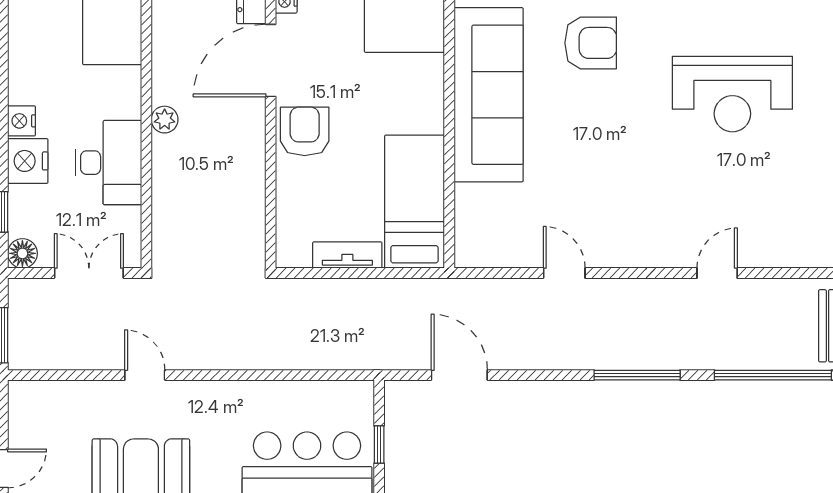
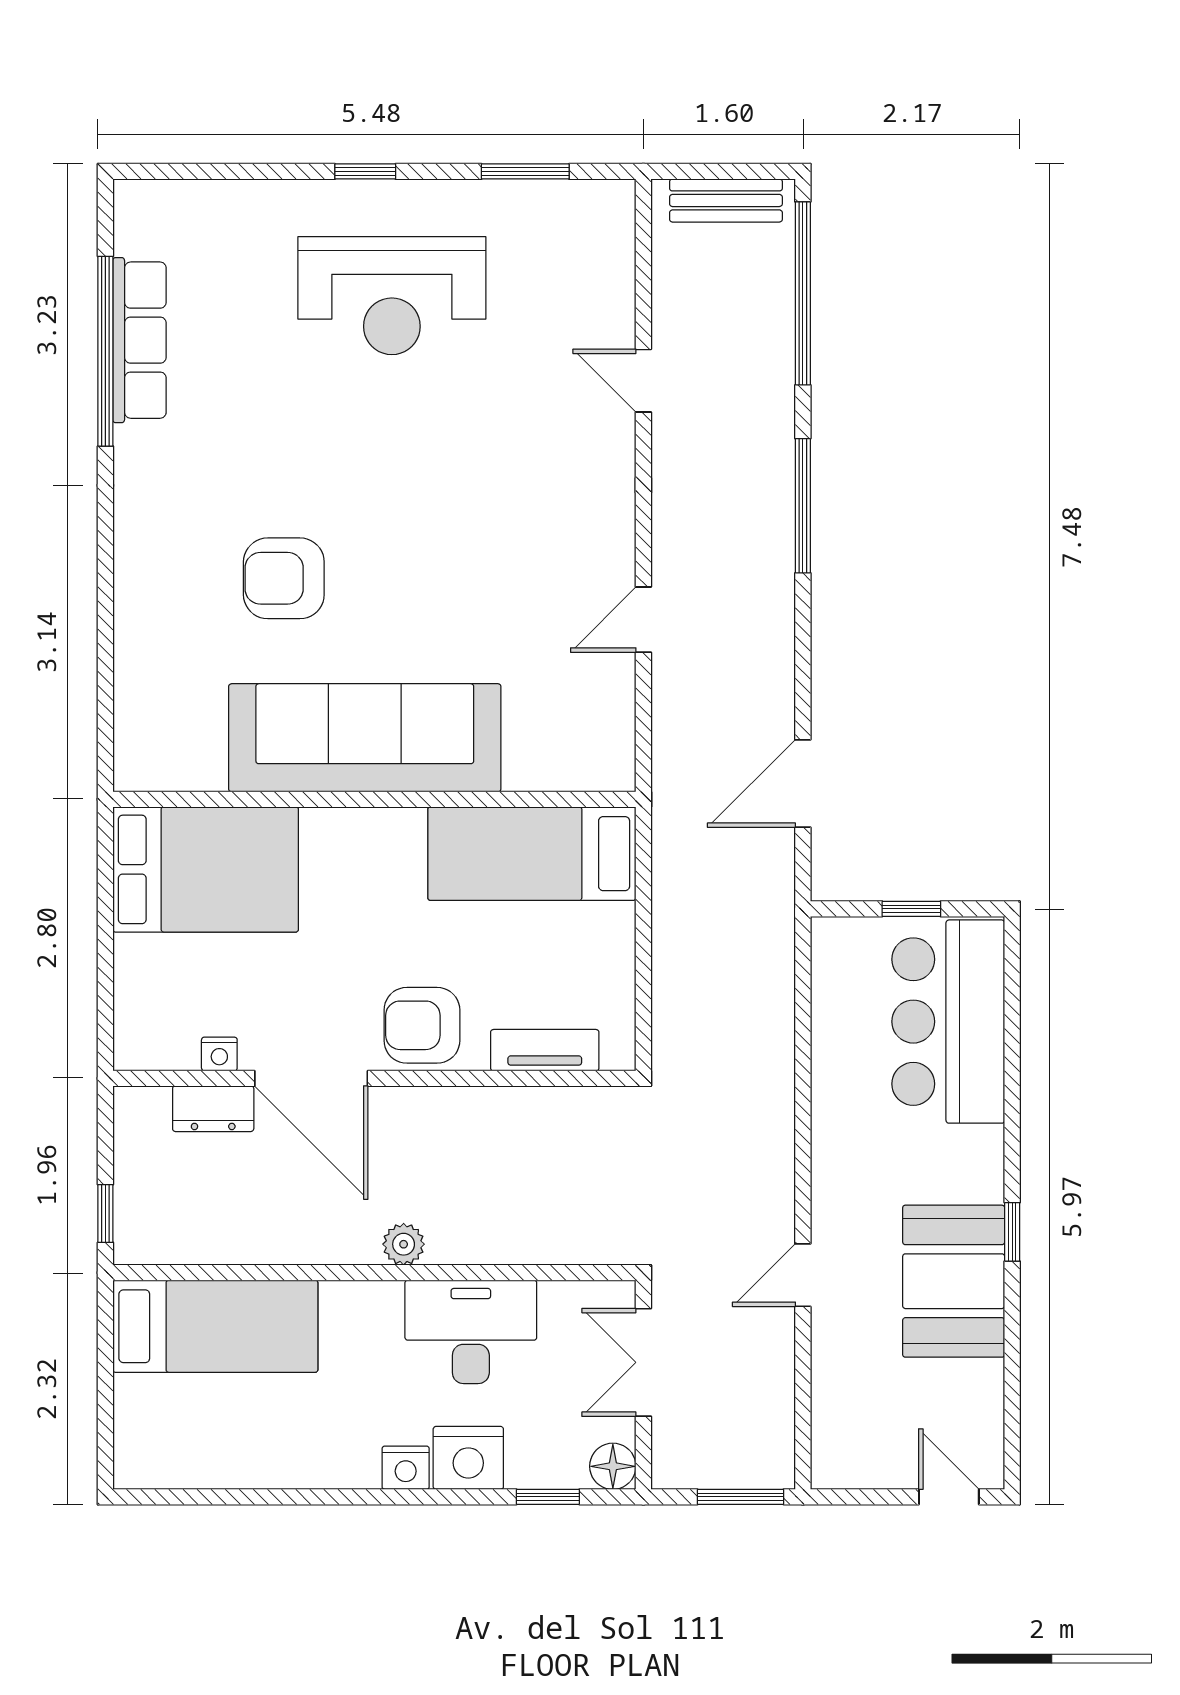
armchair: (591, 43) -> (284, 578), turned -90
reception desk: (732, 94) -> (392, 296), moved, turned 90
tv unit: (347, 255) -> (545, 1050), moved, turned 90

